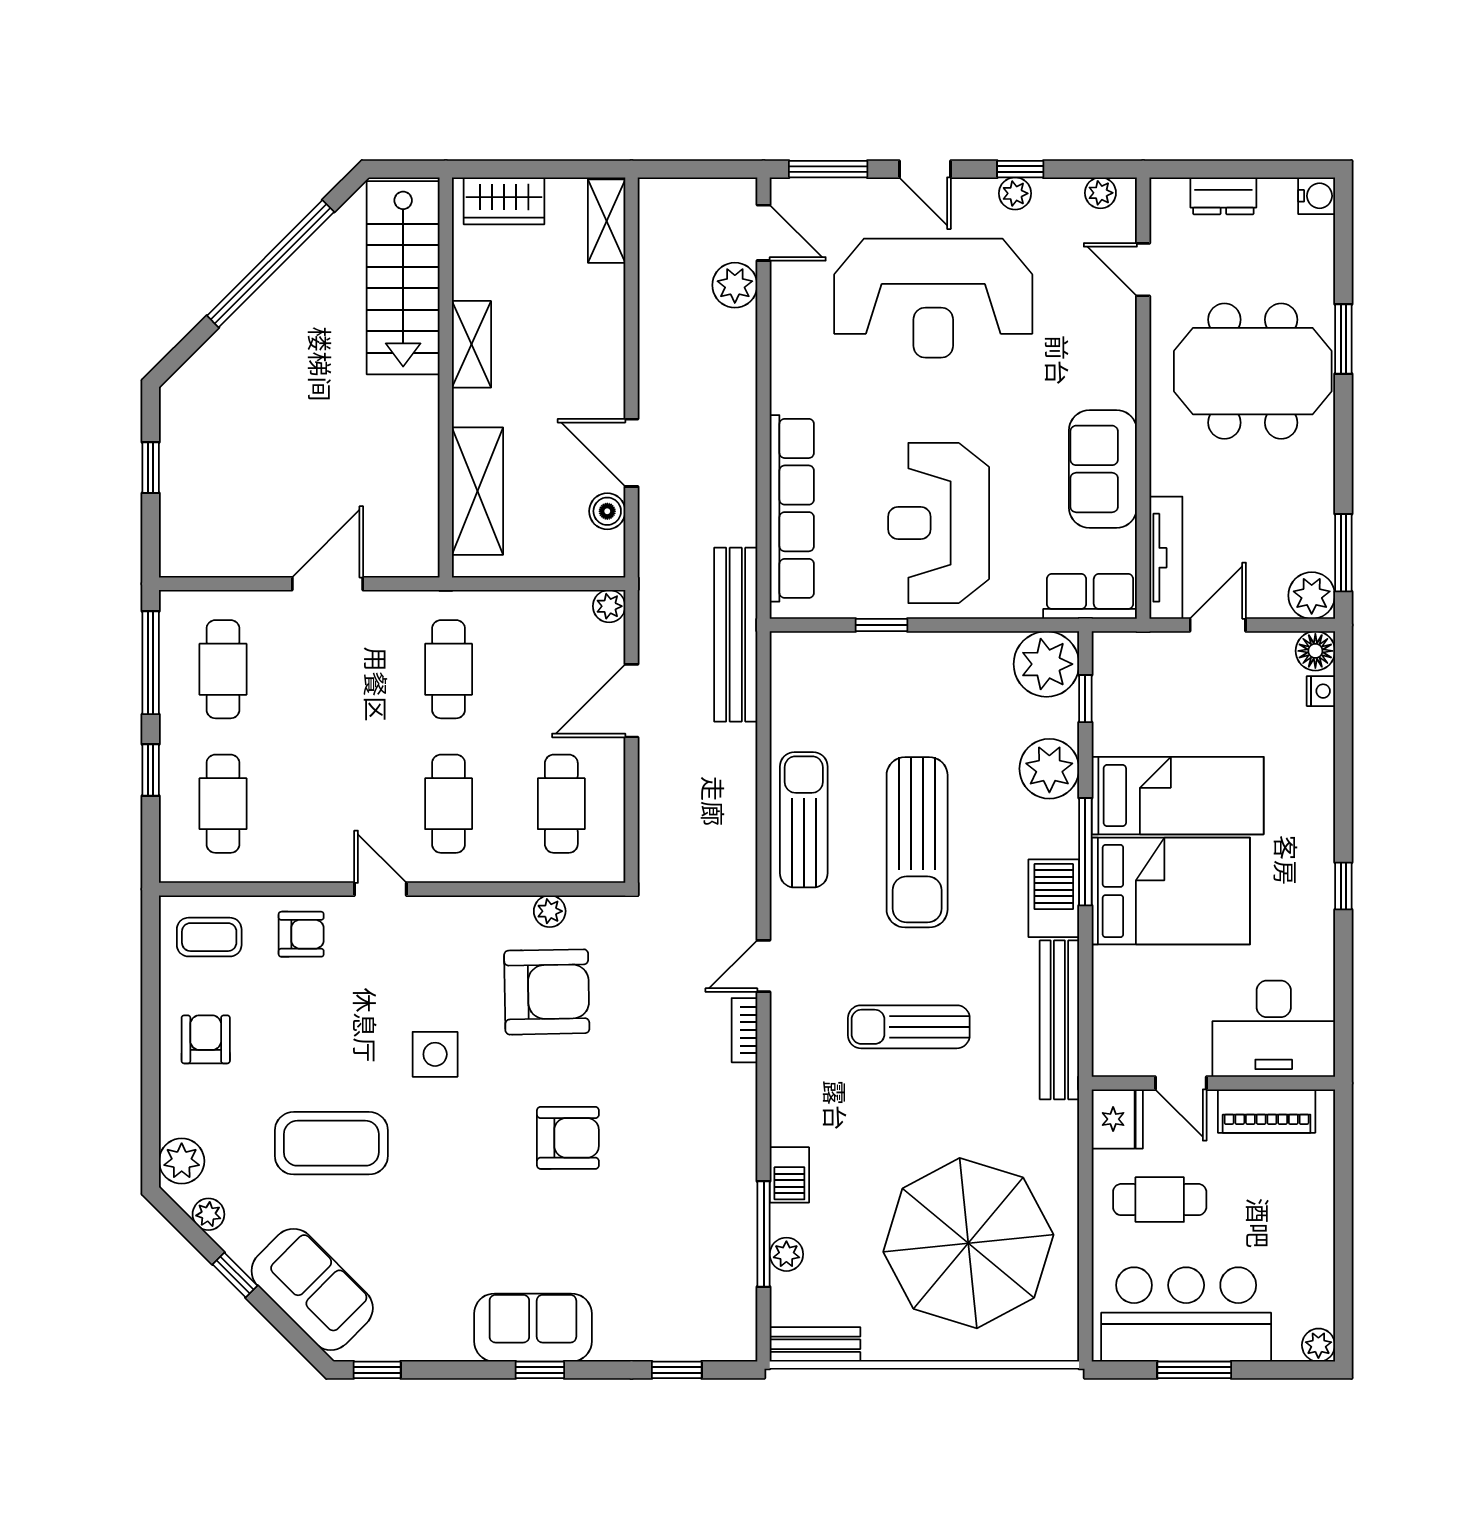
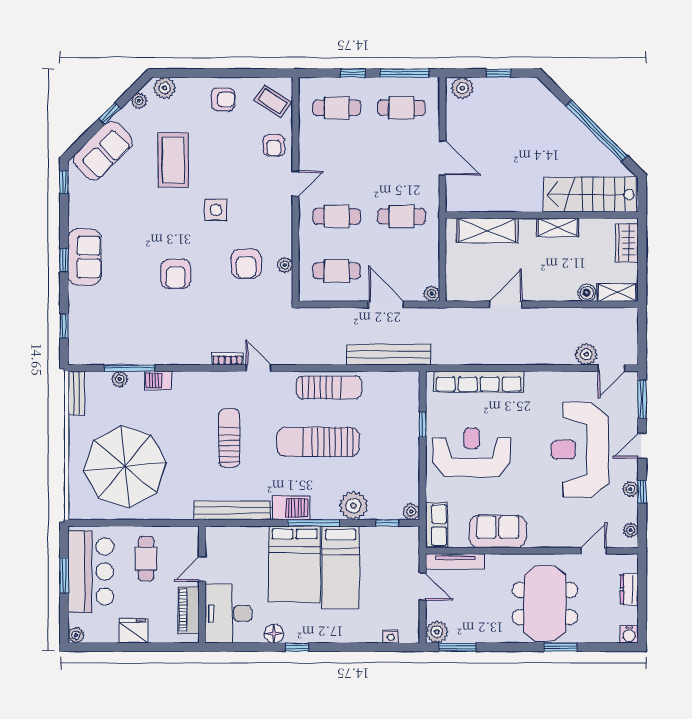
boiler: (607, 511) -> (587, 293), moved
plant: (182, 542) -> (462, 88), added
bench: (736, 635) -> (389, 355), moved
floor lamp: (1315, 651) -> (274, 634), moved
plant: (1046, 664) -> (411, 512), width x0.53, depth x0.53
coffee table: (209, 937) -> (272, 101), turned -57
armchair: (547, 992) -> (246, 264), width x0.73, depth x0.73
fridge: (1117, 1119) -> (133, 631), moved, turned 180

